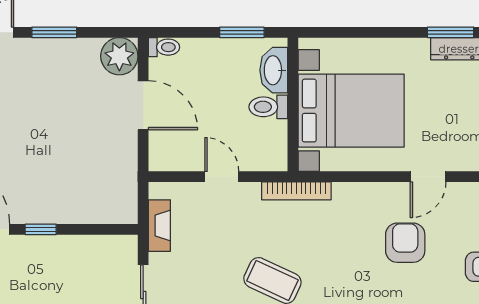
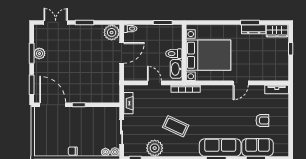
washbasin: (274, 70) -> (176, 69), moved
door: (143, 105) -> (122, 53), hinge flipped
armchair: (405, 243) -> (231, 110), removed

